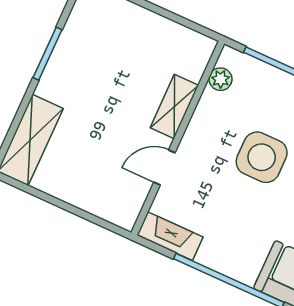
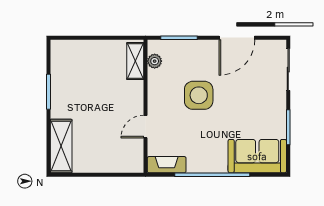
shelving: (174, 106) -> (135, 61), moved

